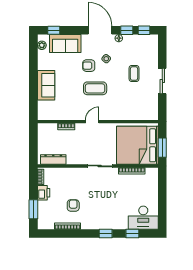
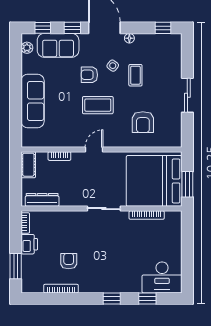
window: (127, 30) -> (72, 28), moved
coffee table: (134, 74) -> (135, 75), moved
sofa: (46, 85) -> (33, 101), width x1.36
armchair: (129, 101) -> (143, 122), added
cot: (43, 133) -> (28, 165), added

